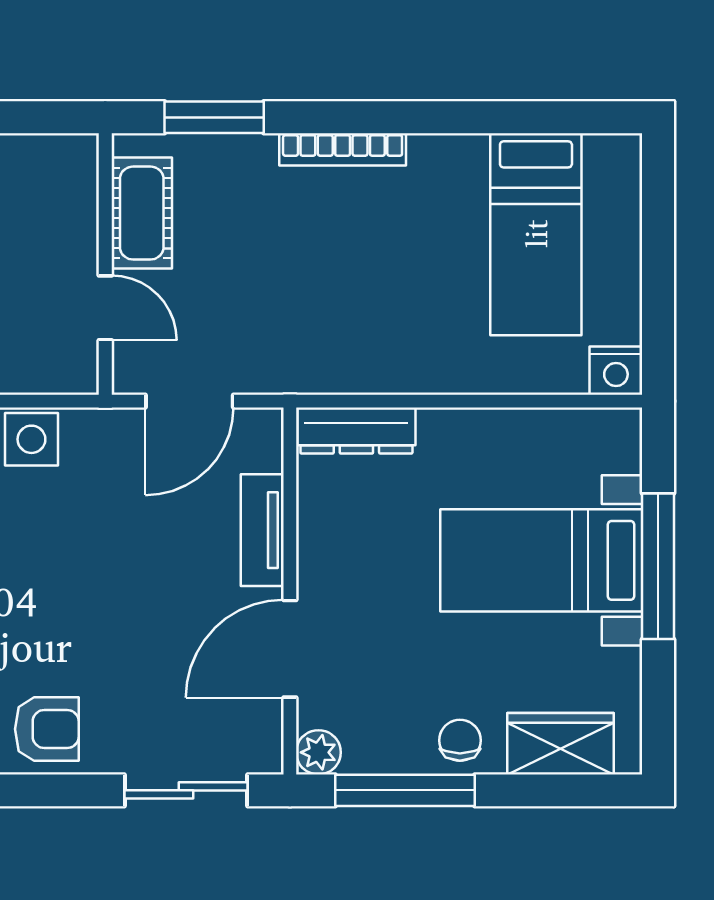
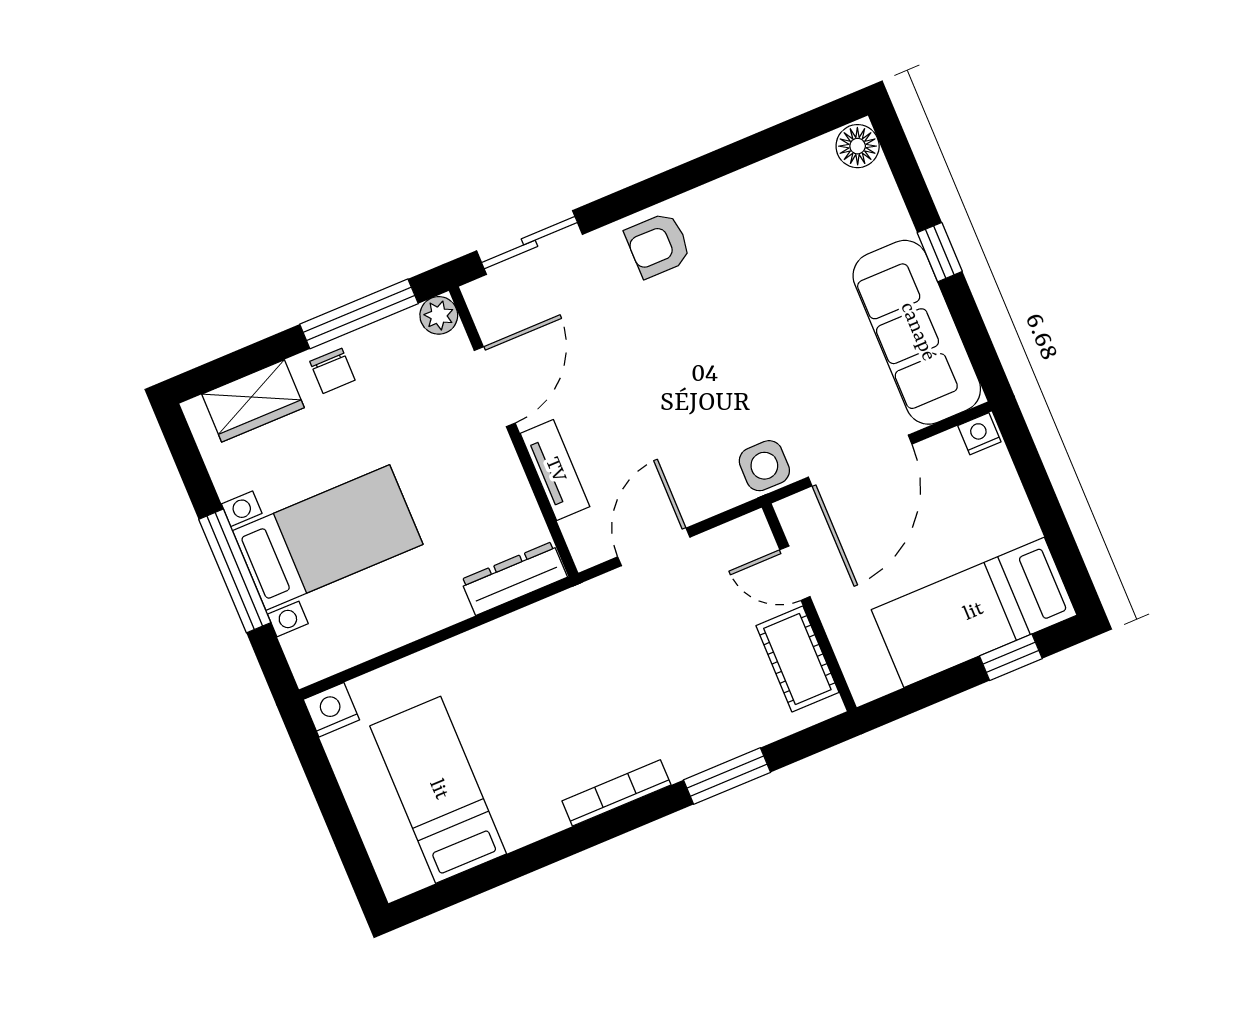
cot: (142, 213) -> (797, 659), moved
wall: (105, 264) -> (809, 607), moved
door: (105, 308) -> (795, 573), moved

